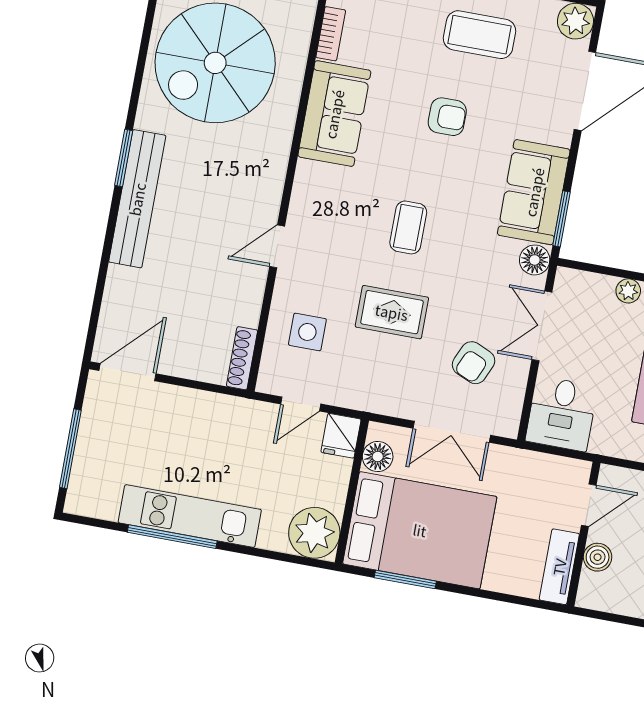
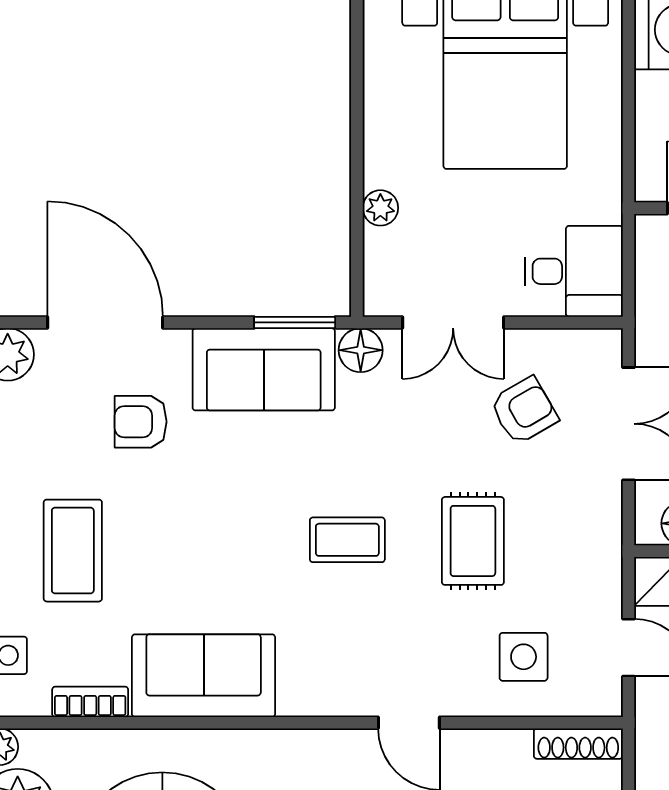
coffee table: (480, 35) -> (73, 551), moved
armchair: (447, 117) -> (141, 422), moved, turned -90
armchair: (474, 363) -> (524, 411), turned -54

